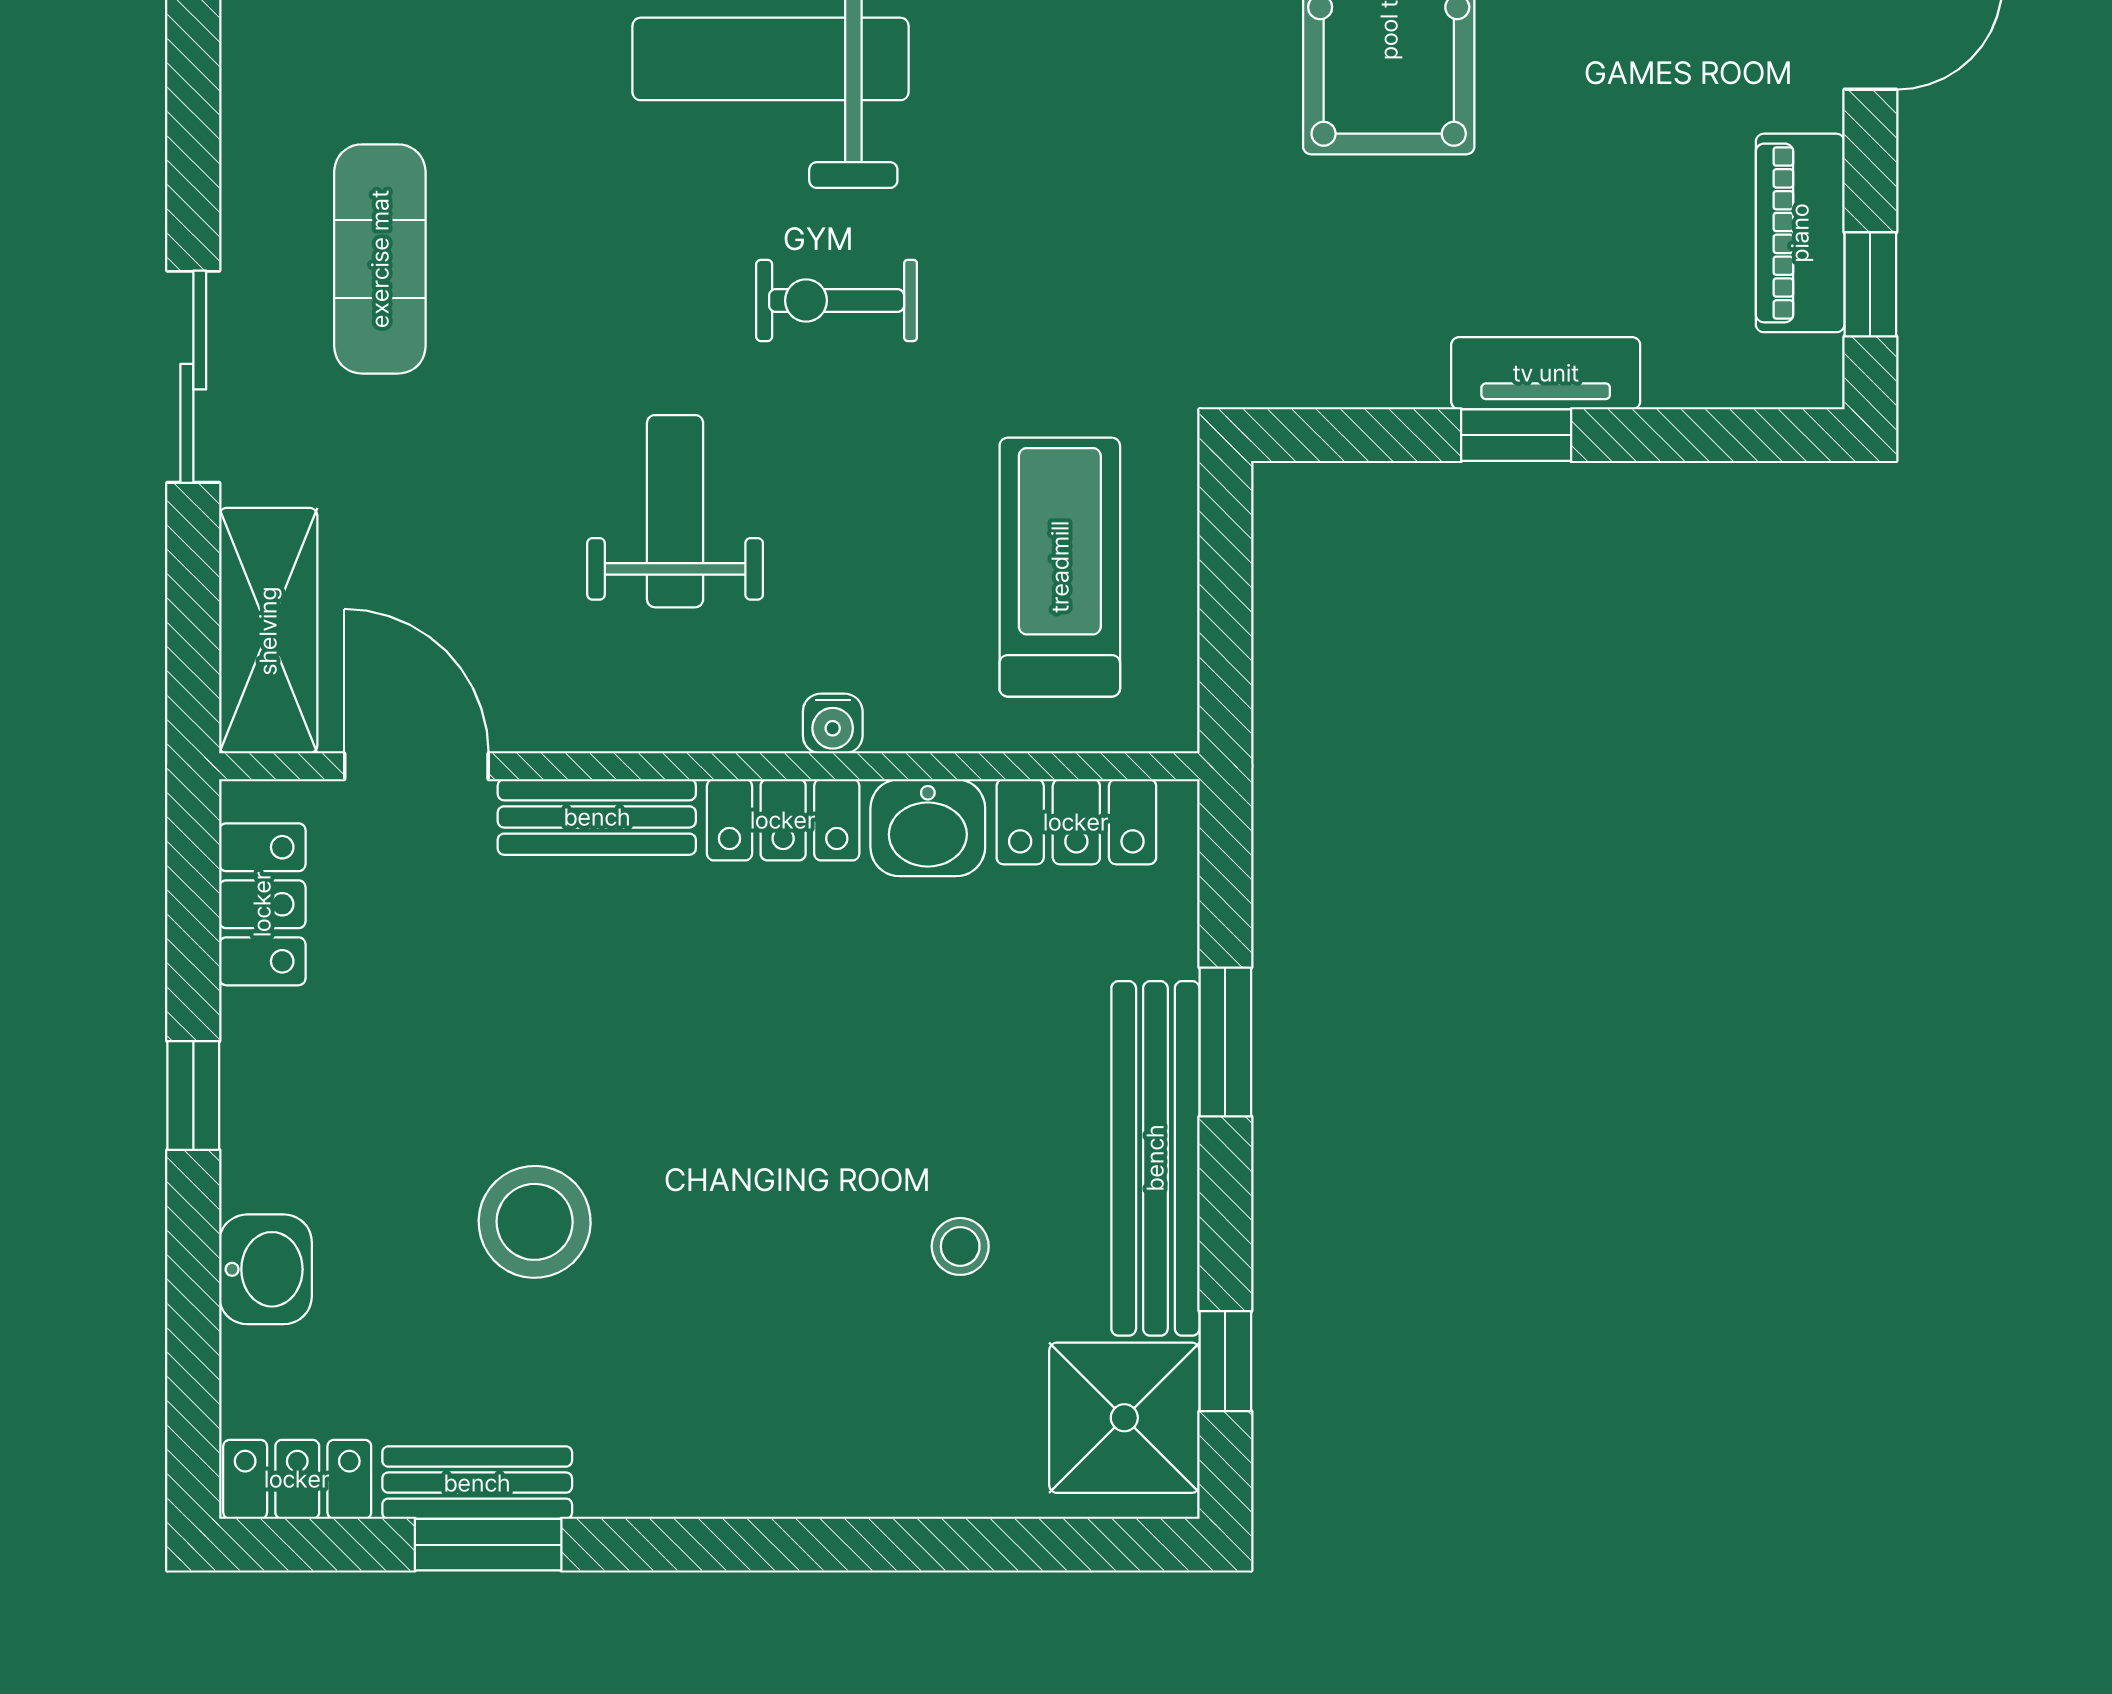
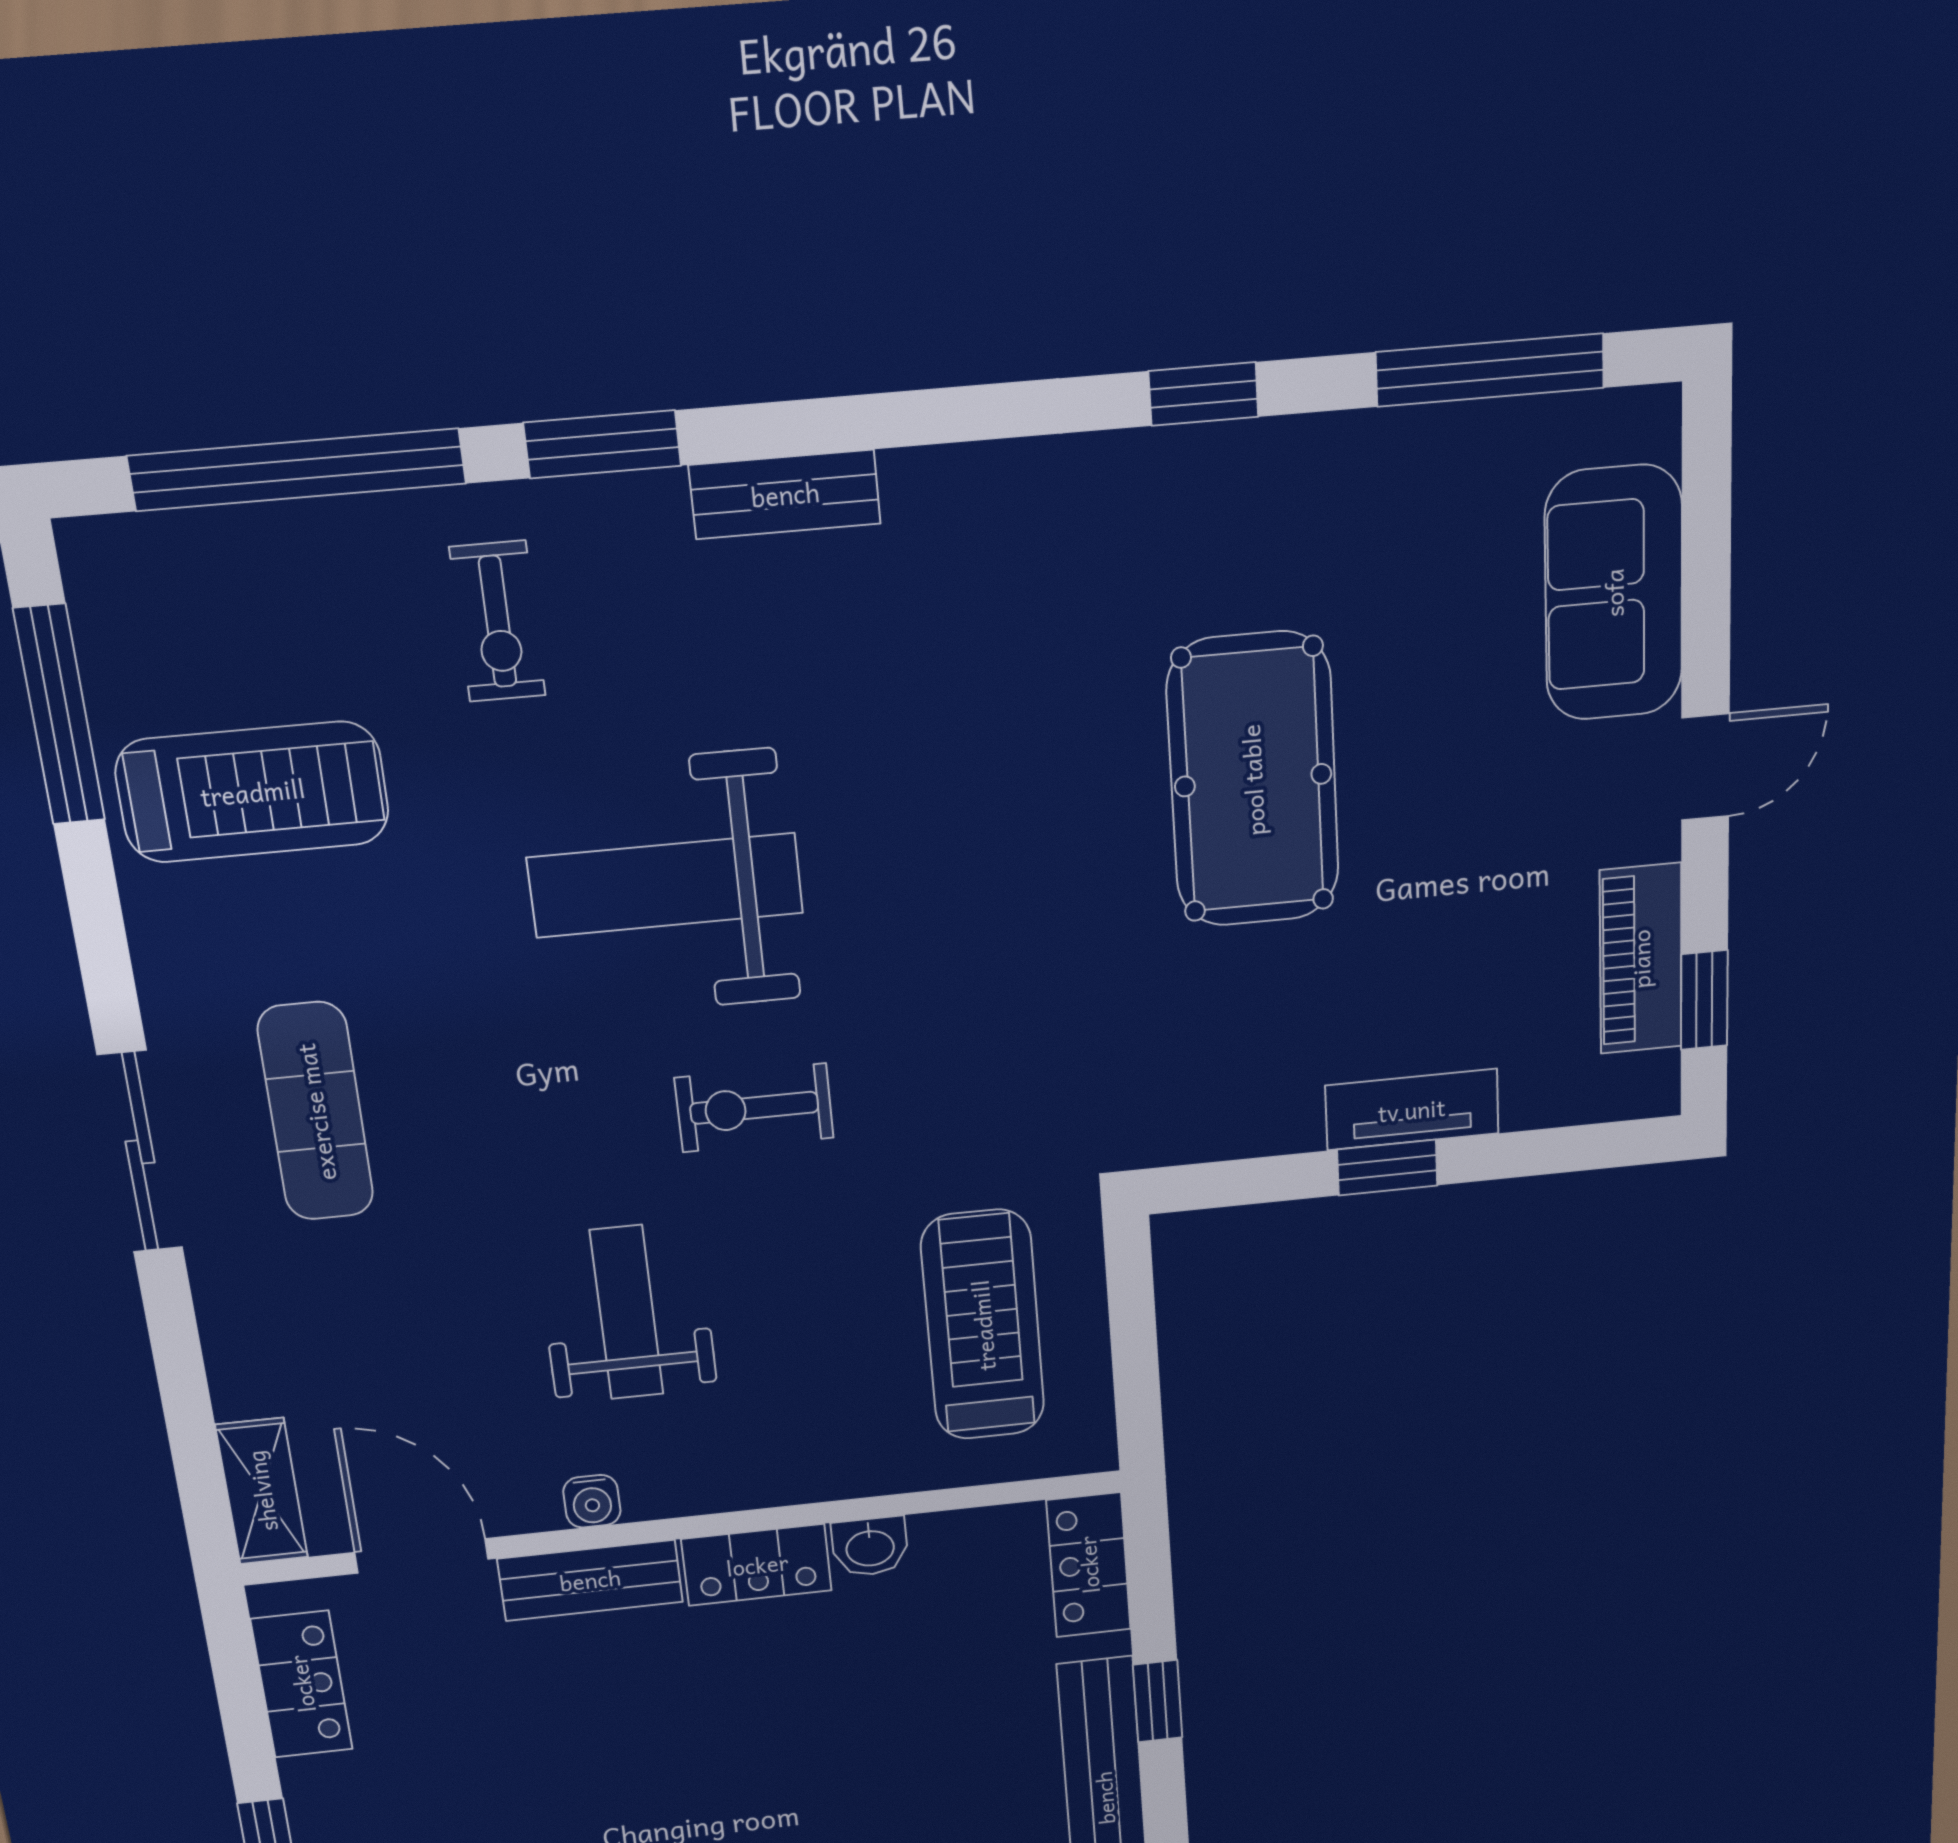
sliding door: (193, 377) -> (140, 1152), moved
shelving: (268, 631) -> (262, 1491), width x0.67, depth x0.75
water cooler: (833, 724) -> (592, 1501), moved
locker: (1076, 822) -> (1089, 1565), moved, turned 90
washbasin: (928, 828) -> (870, 1547), width x0.72, depth x0.69
window: (1225, 1042) -> (1158, 1701), width x0.67

